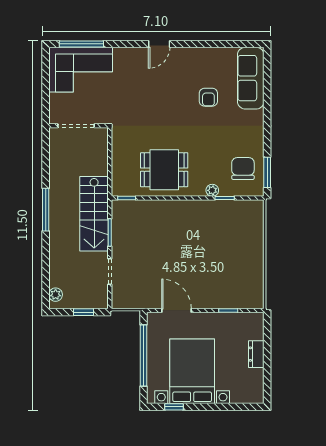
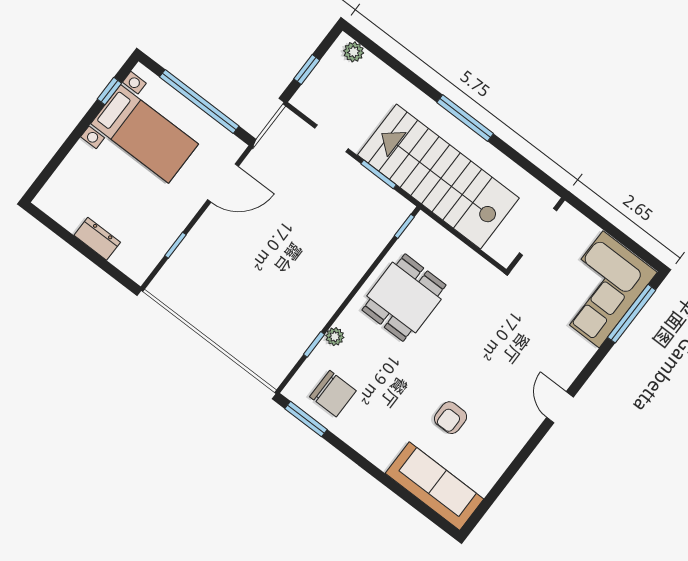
armchair: (208, 97) -> (451, 418), turned -90
stairs: (94, 214) -> (438, 177), width x1.36, depth x1.51
bed with nightstands: (192, 371) -> (145, 134), width x0.73

